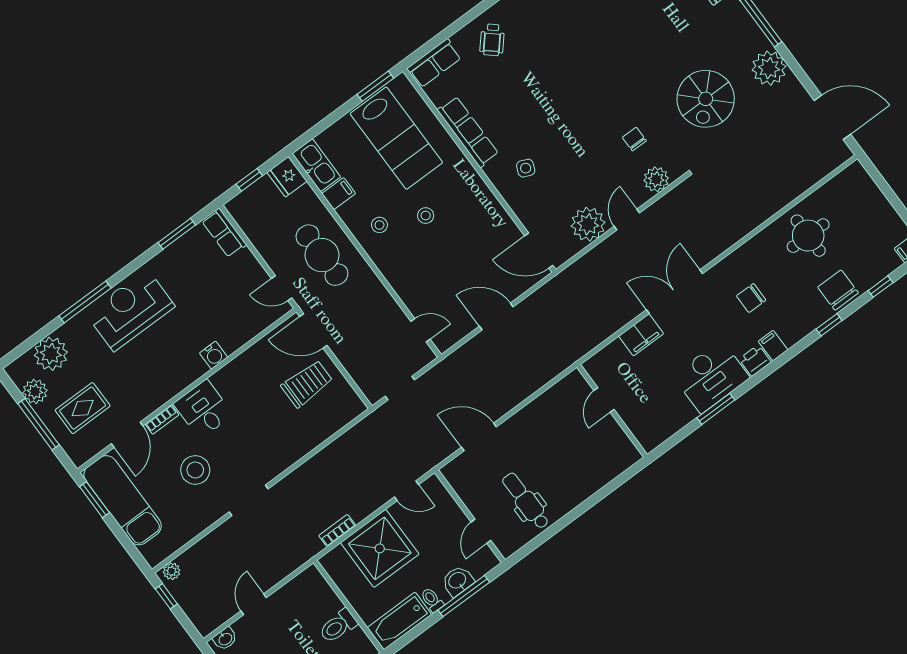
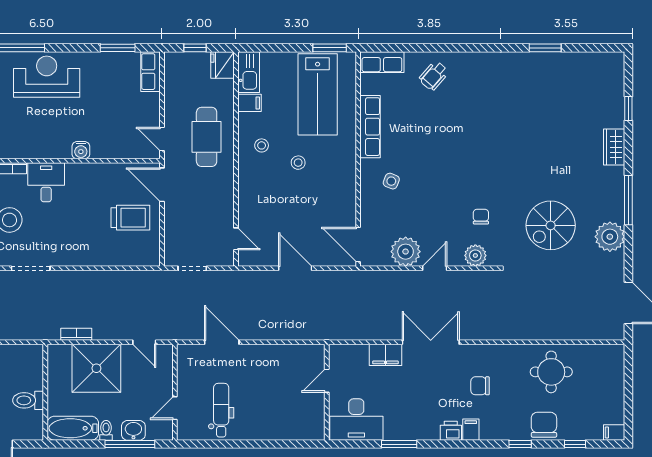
desk: (711, 377) -> (356, 420), moved

